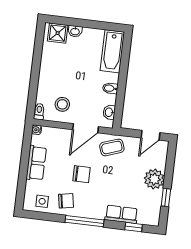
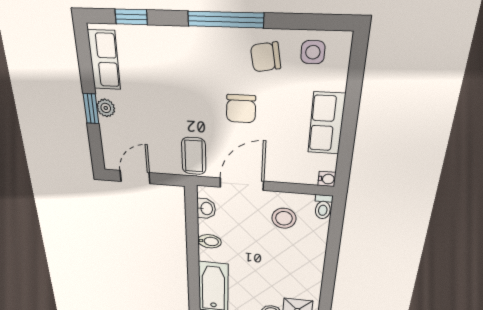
coffee table: (112, 147) -> (194, 156), turned -71
chair: (81, 174) -> (241, 109), turned -90
plant: (154, 179) -> (106, 108), width x0.53, depth x0.53
window: (166, 197) -> (91, 109), moved
row of seats: (121, 214) -> (104, 60), moved, turned -90

